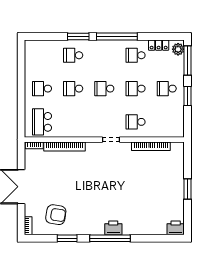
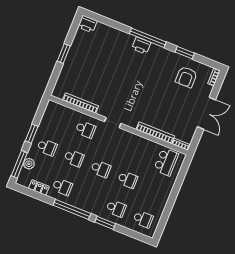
plant: (178, 49) -> (29, 164), moved
school desk: (42, 89) -> (143, 219), moved
armchair: (56, 215) -> (186, 77), turned -99

